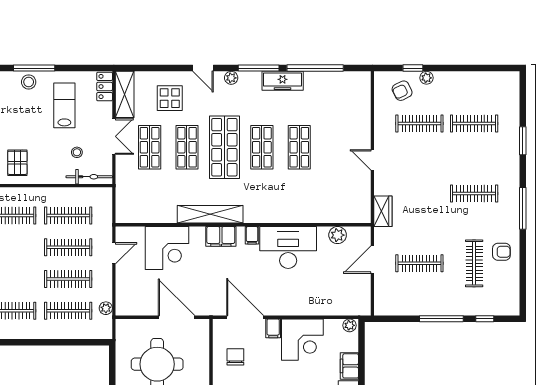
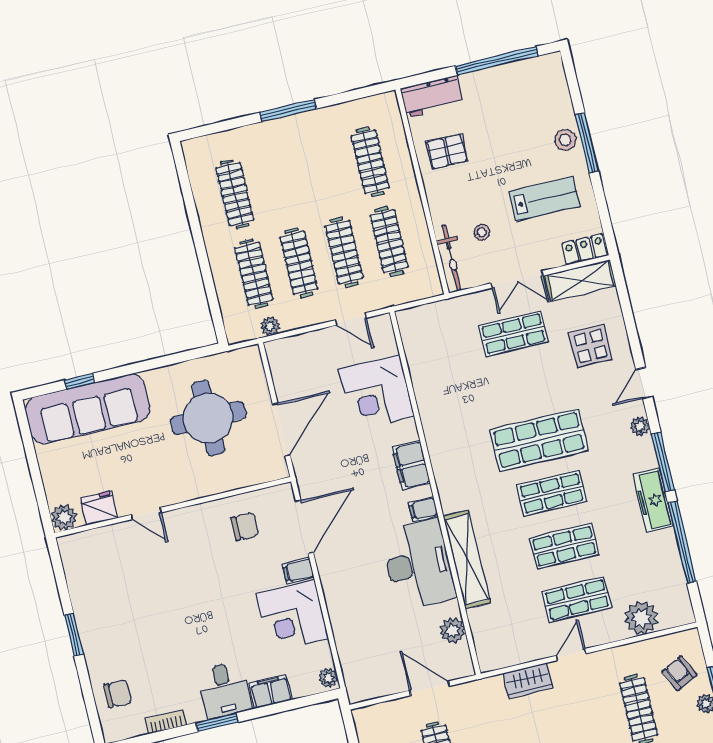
plant: (359, 107) -> (641, 618), added
shop shelf: (187, 147) -> (577, 600), moved
wardrobe: (383, 211) -> (528, 681), moved
shelving: (210, 214) -> (467, 559), moved

